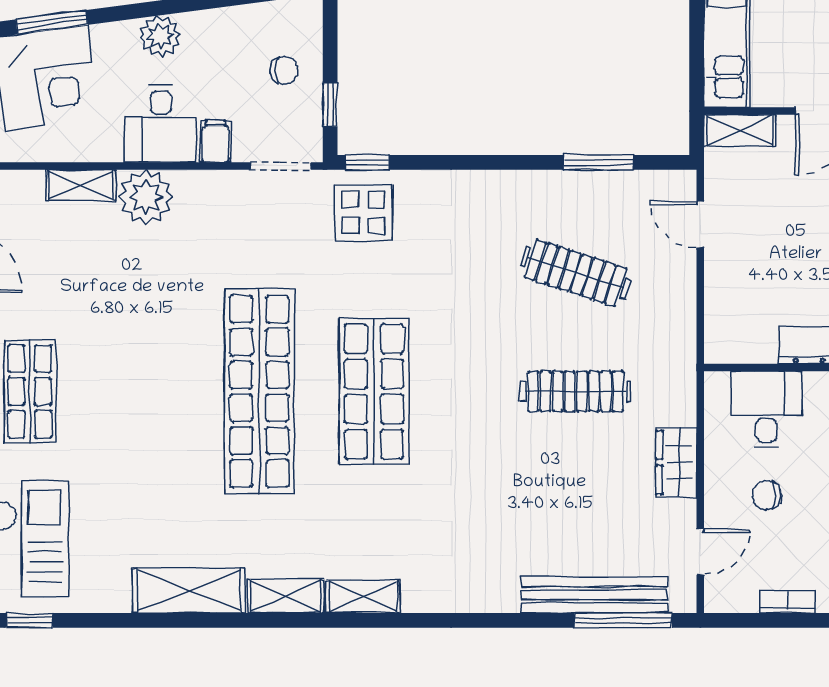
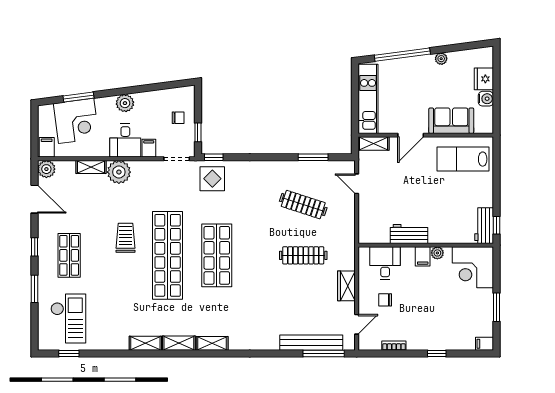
trolley: (161, 351) -> (126, 238), added
shelving: (189, 591) -> (145, 343), width x0.67, depth x0.75

